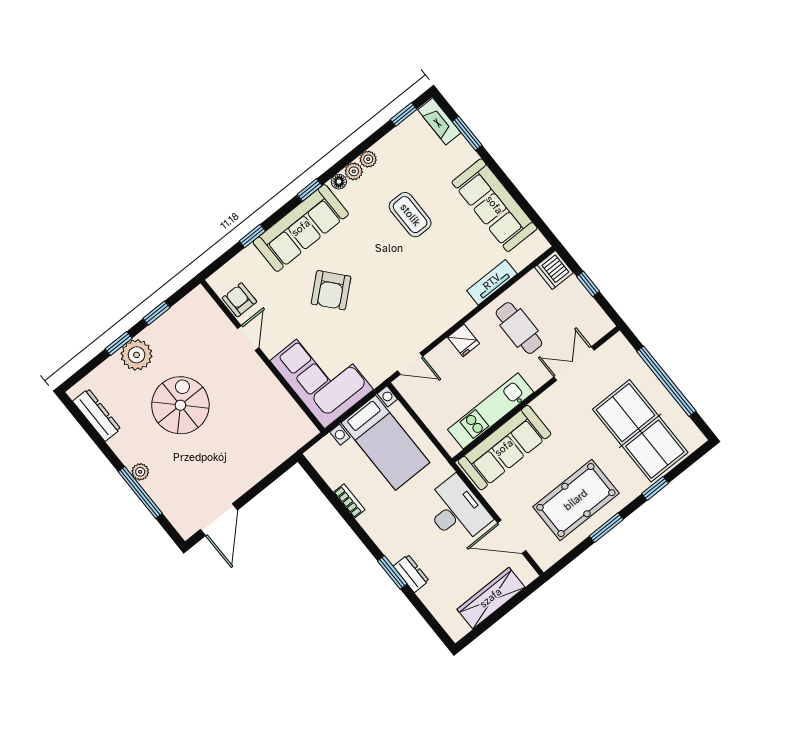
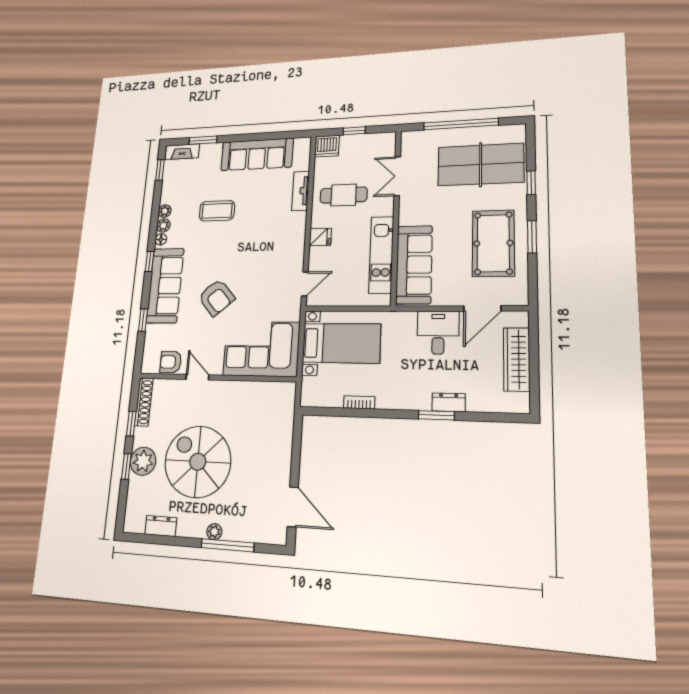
shoe rack: (184, 307) -> (144, 402), added
spiral stairs: (180, 405) -> (198, 462), width x1.37, depth x1.37
dresser: (97, 415) -> (161, 526), width x0.70
desk: (457, 511) -> (438, 332), width x0.73

